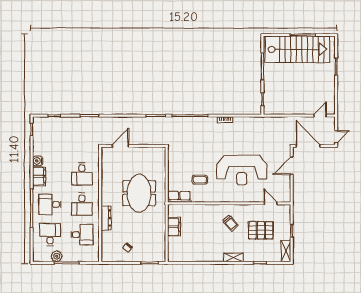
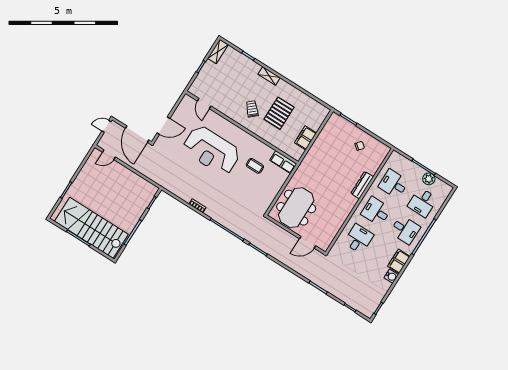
reception desk: (242, 170) -> (211, 150), turned 180
meeting table: (139, 193) -> (296, 208), moved
desk: (82, 204) -> (376, 211), turned -90
pallet: (261, 230) -> (279, 113), moved, turned 90

